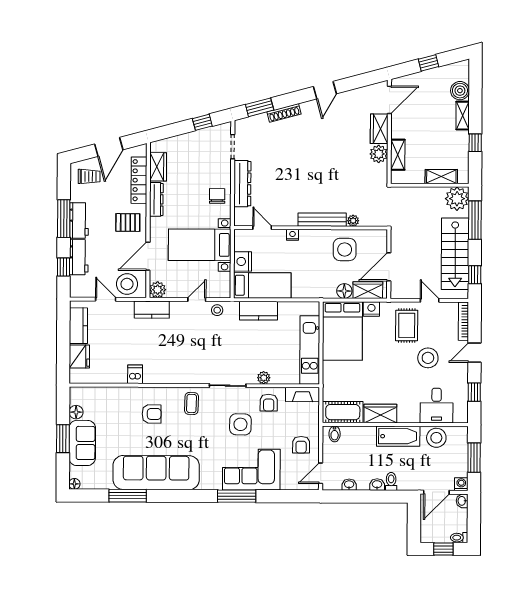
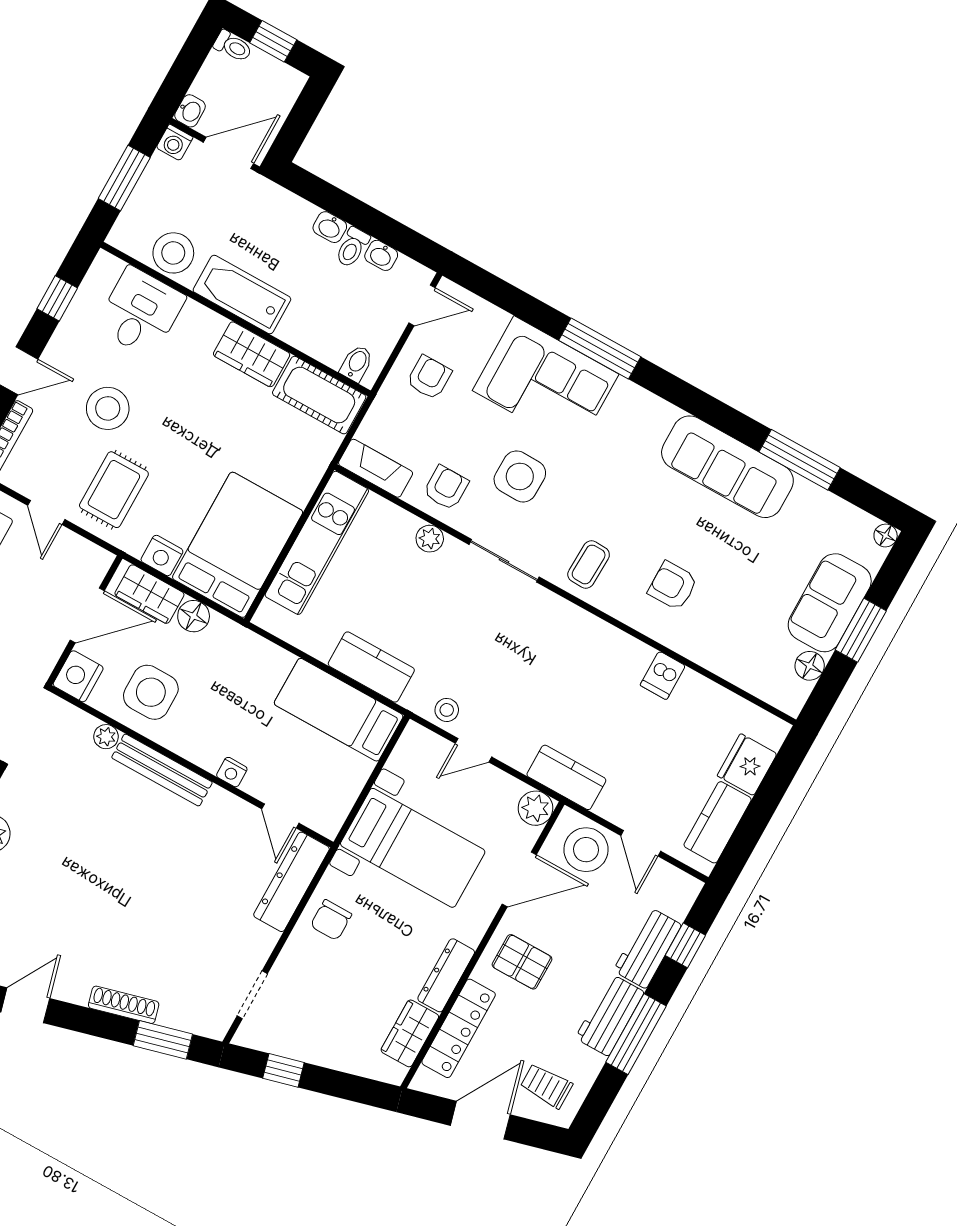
dresser: (242, 184) -> (291, 882), moved
nightstand: (243, 261) -> (78, 676), moved, turned 180
sofa: (156, 473) -> (727, 467), width x0.74, depth x0.79
toilet: (391, 481) -> (352, 247), moved

